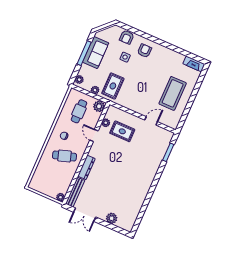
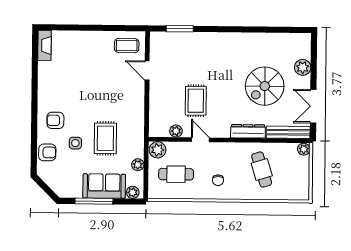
sofa: (96, 53) -> (104, 186), moved
rug: (113, 86) -> (105, 138), moved, turned 90
coffee table: (173, 93) -> (127, 46), moved, width x0.54, depth x0.58
rug: (122, 131) -> (196, 101), moved
door: (94, 136) -> (200, 140), swing flipped
cafe table: (65, 156) -> (262, 170), moved
spiral stairs: (110, 190) -> (265, 86), added
double door: (85, 215) -> (313, 106), swing flipped

